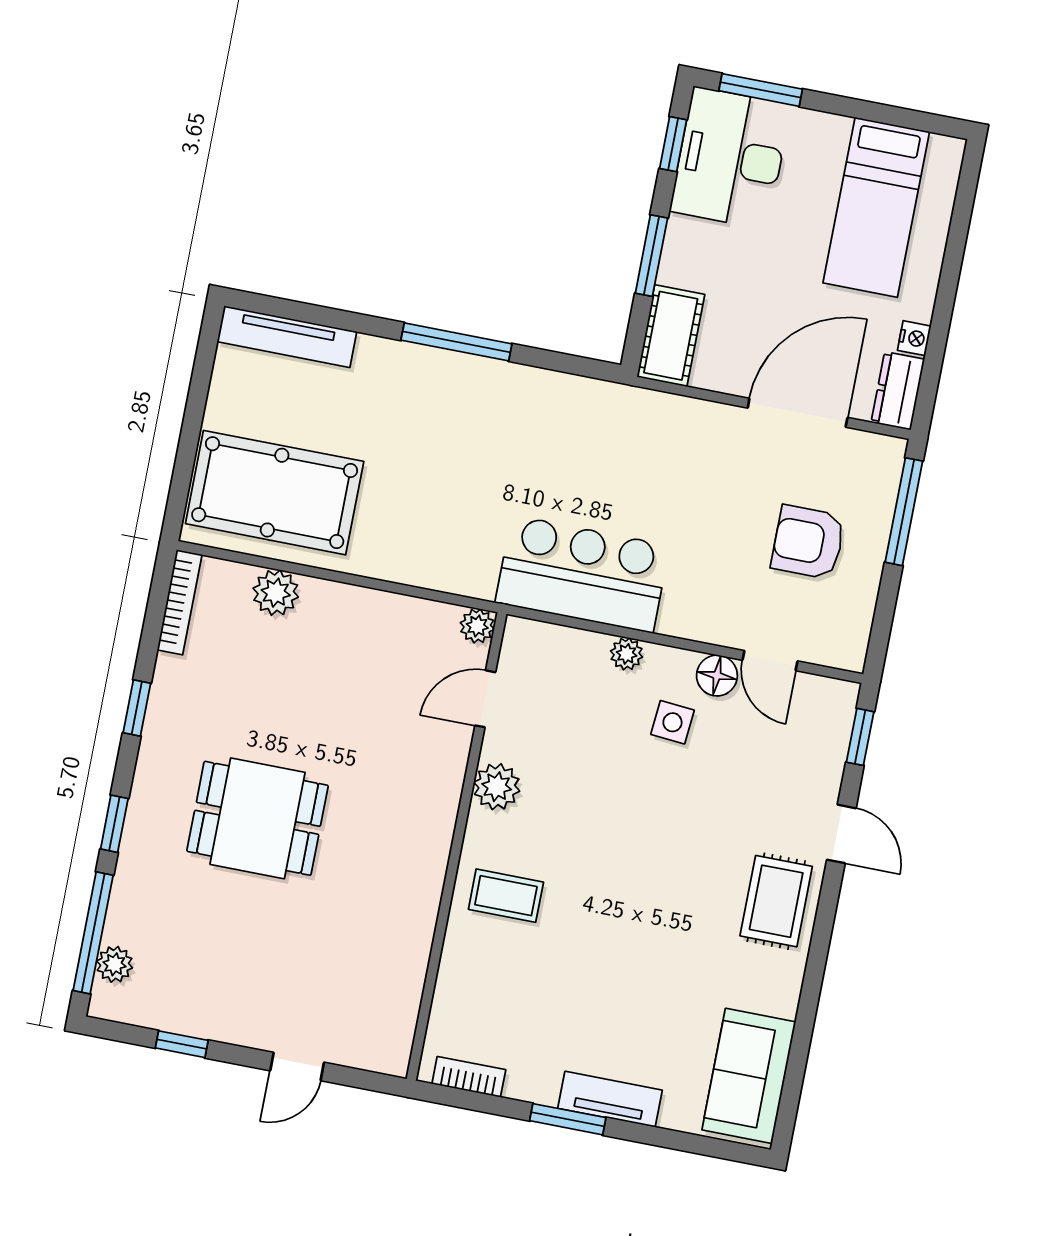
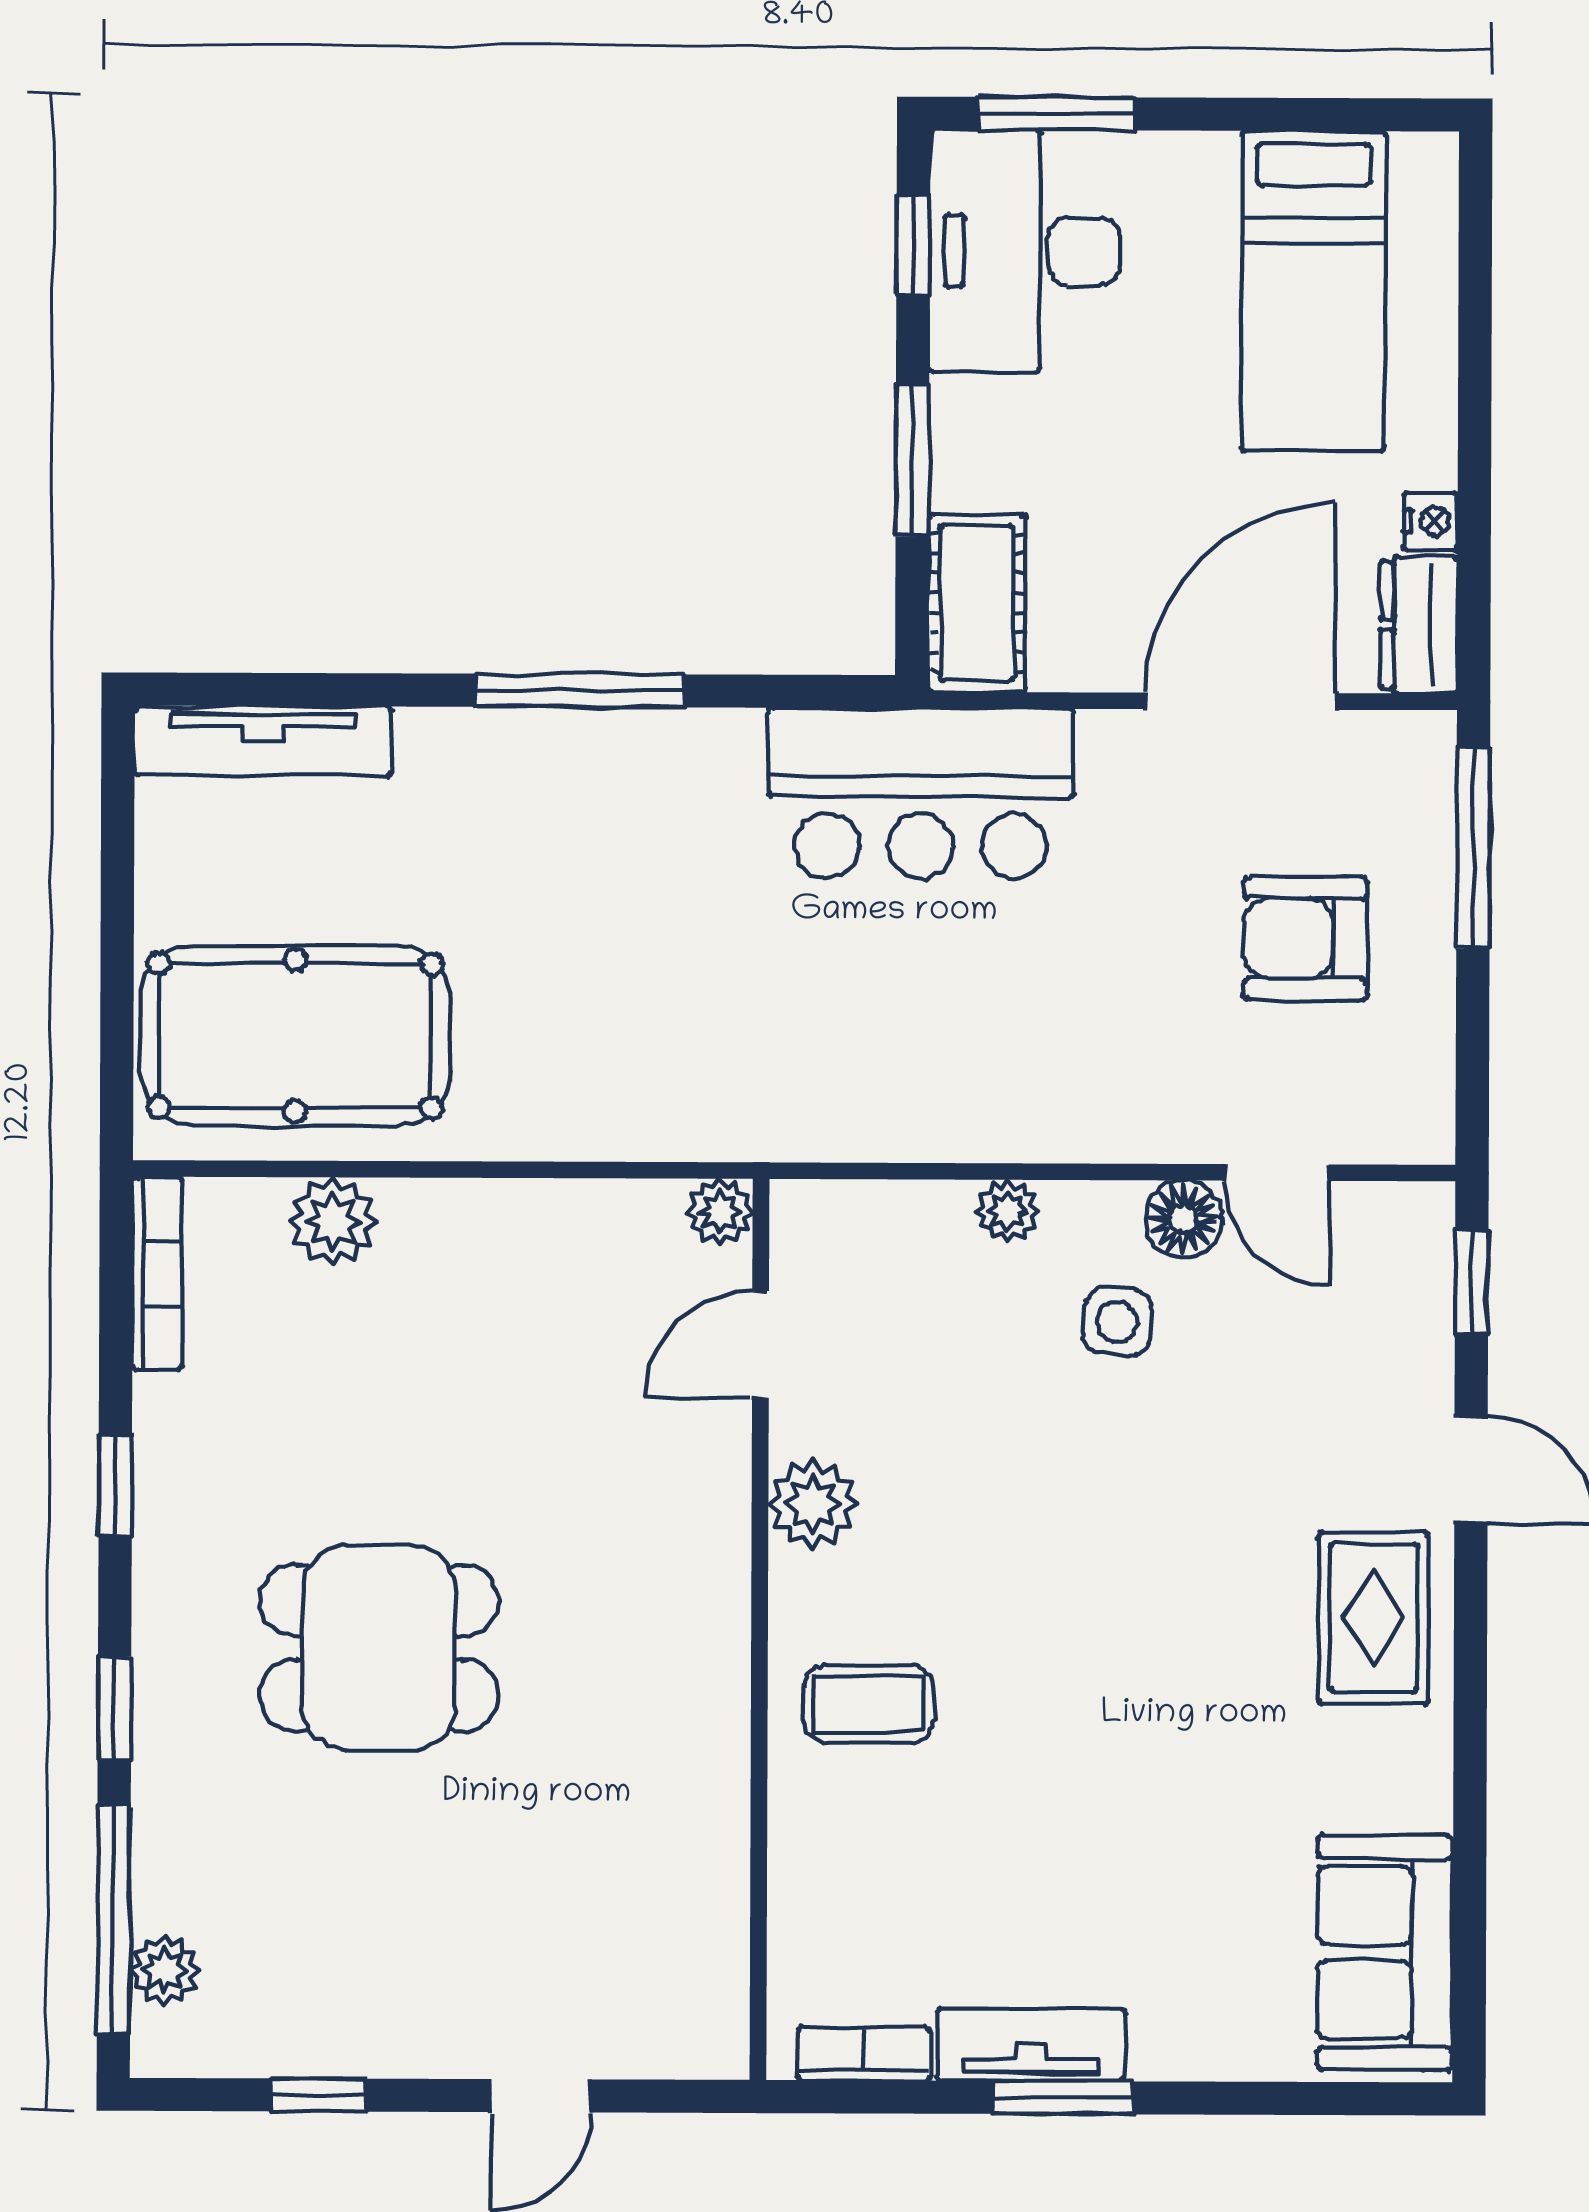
bar counter: (582, 574) -> (921, 793), moved, turned 180
tv unit: (610, 1099) -> (1031, 2045), moved

